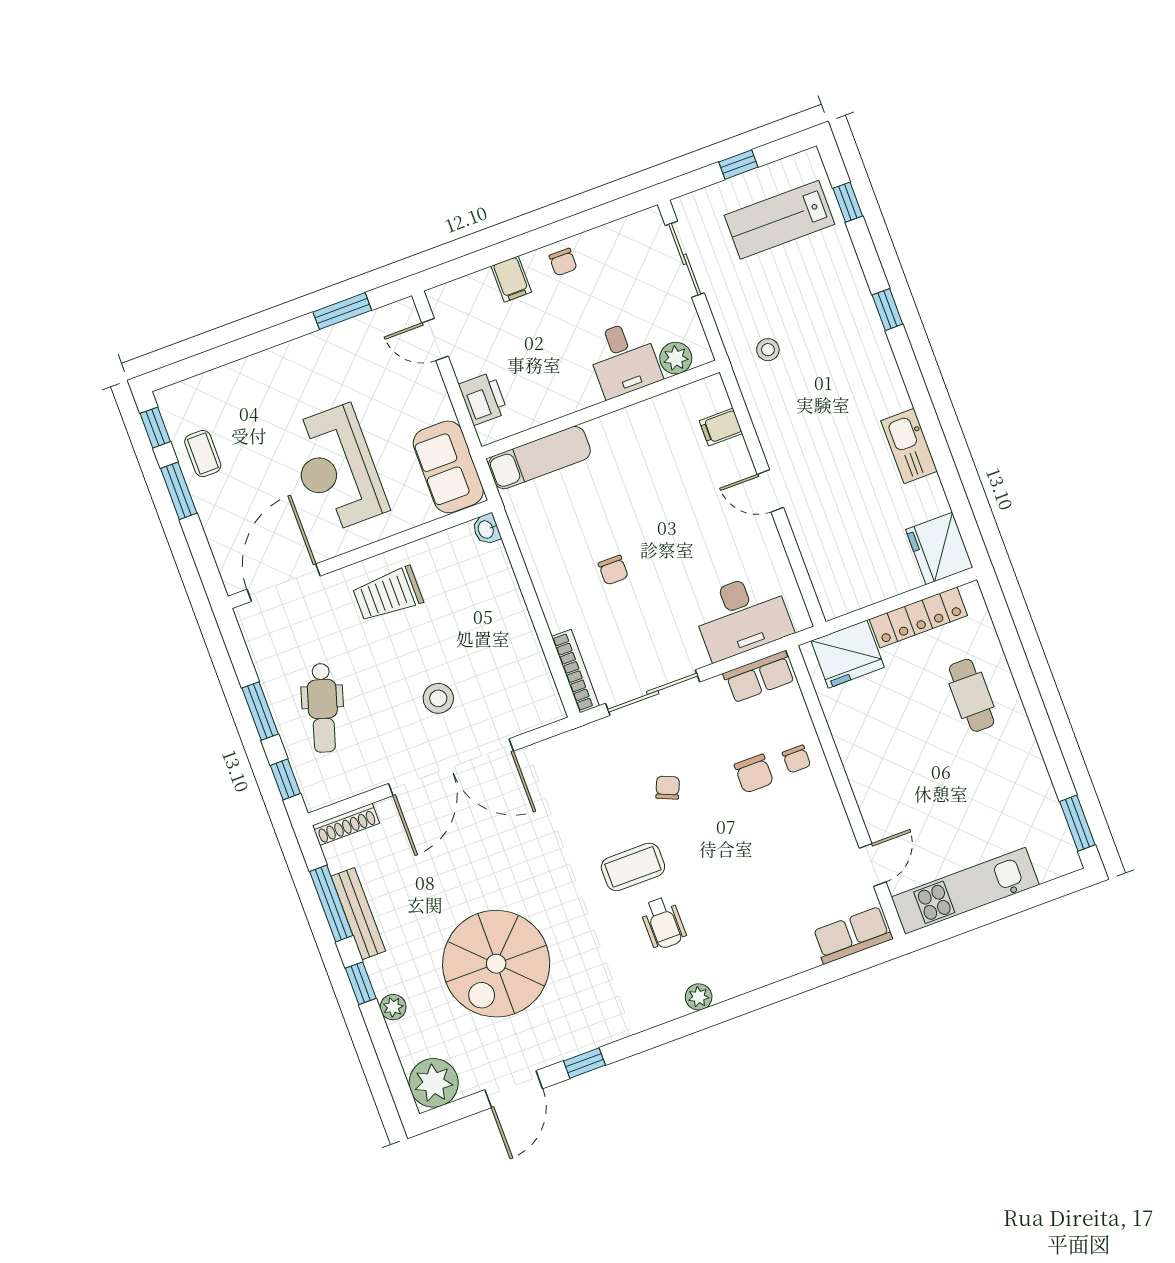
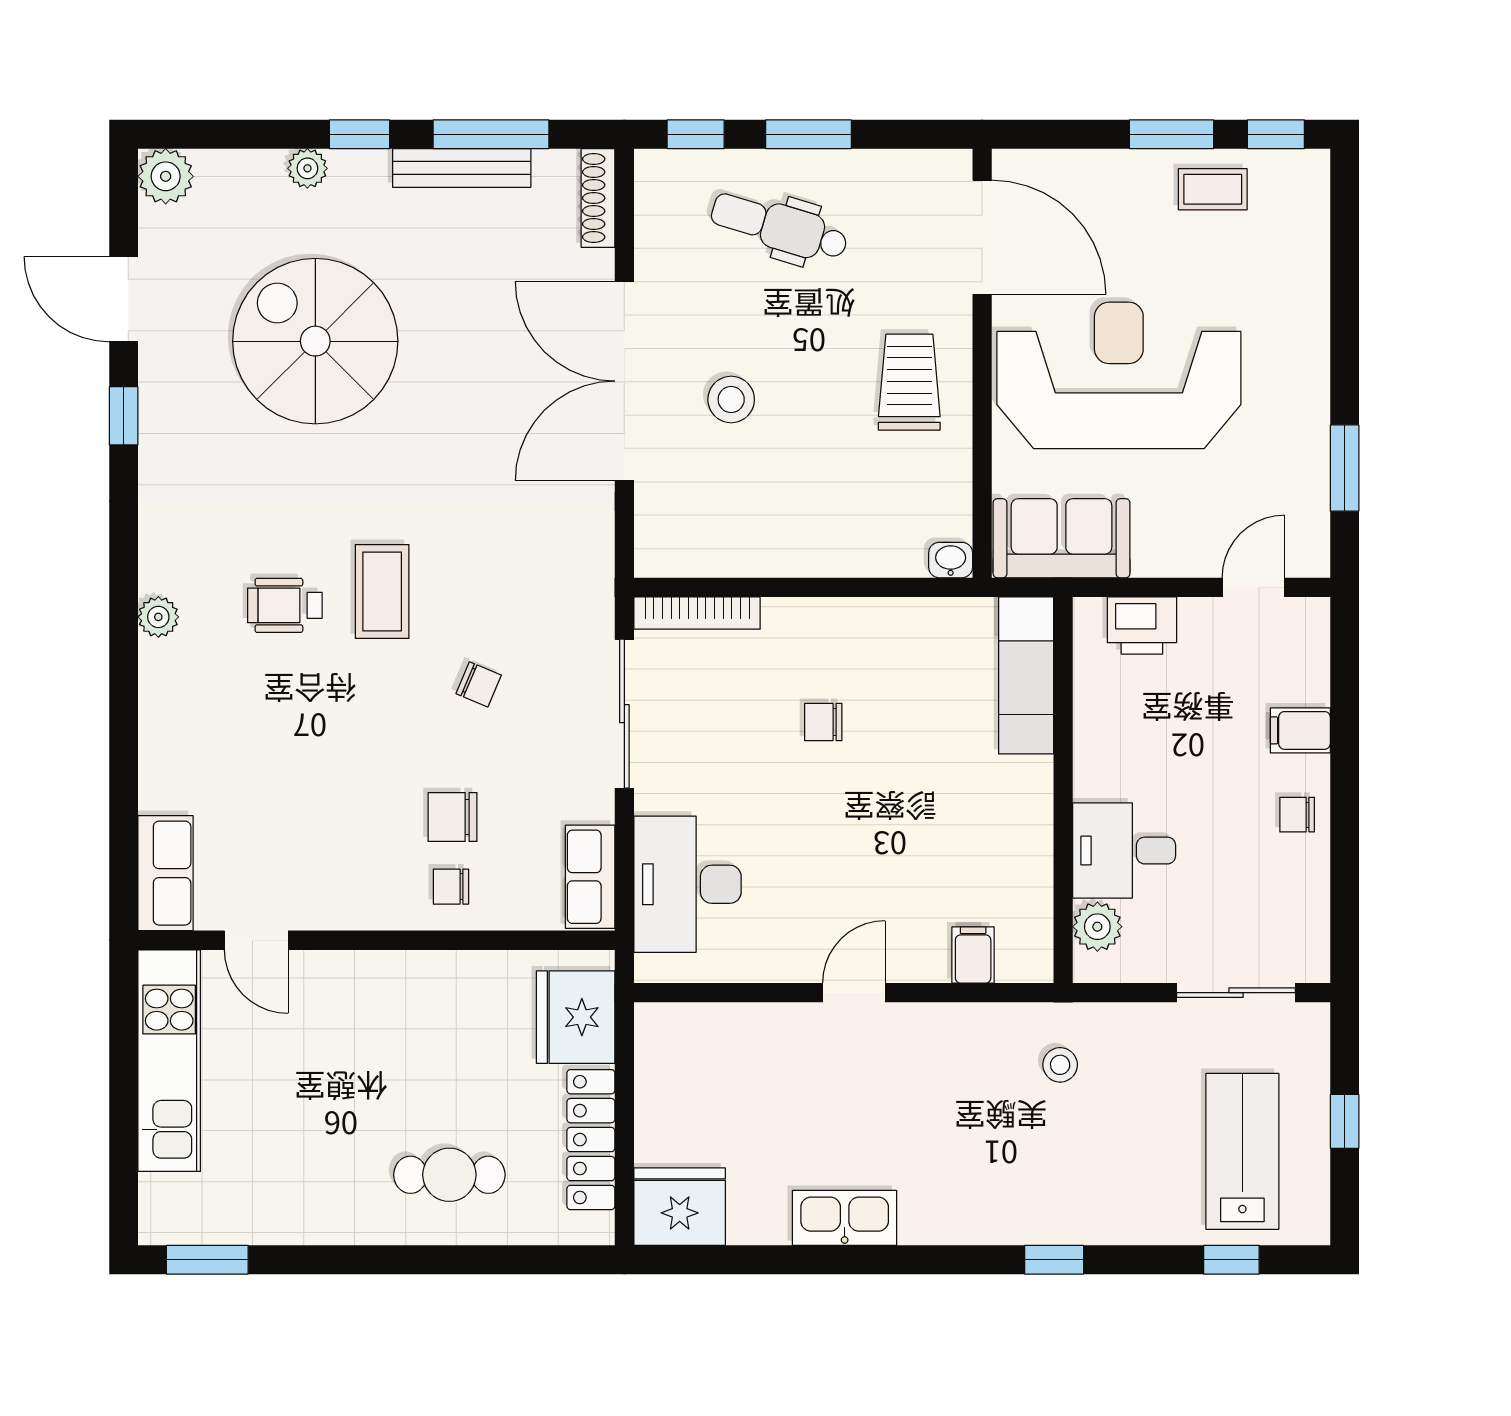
reception desk: (337, 469) -> (1119, 375), width x1.36, depth x1.30
plant: (434, 1083) -> (166, 176), width x0.73, depth x0.73

